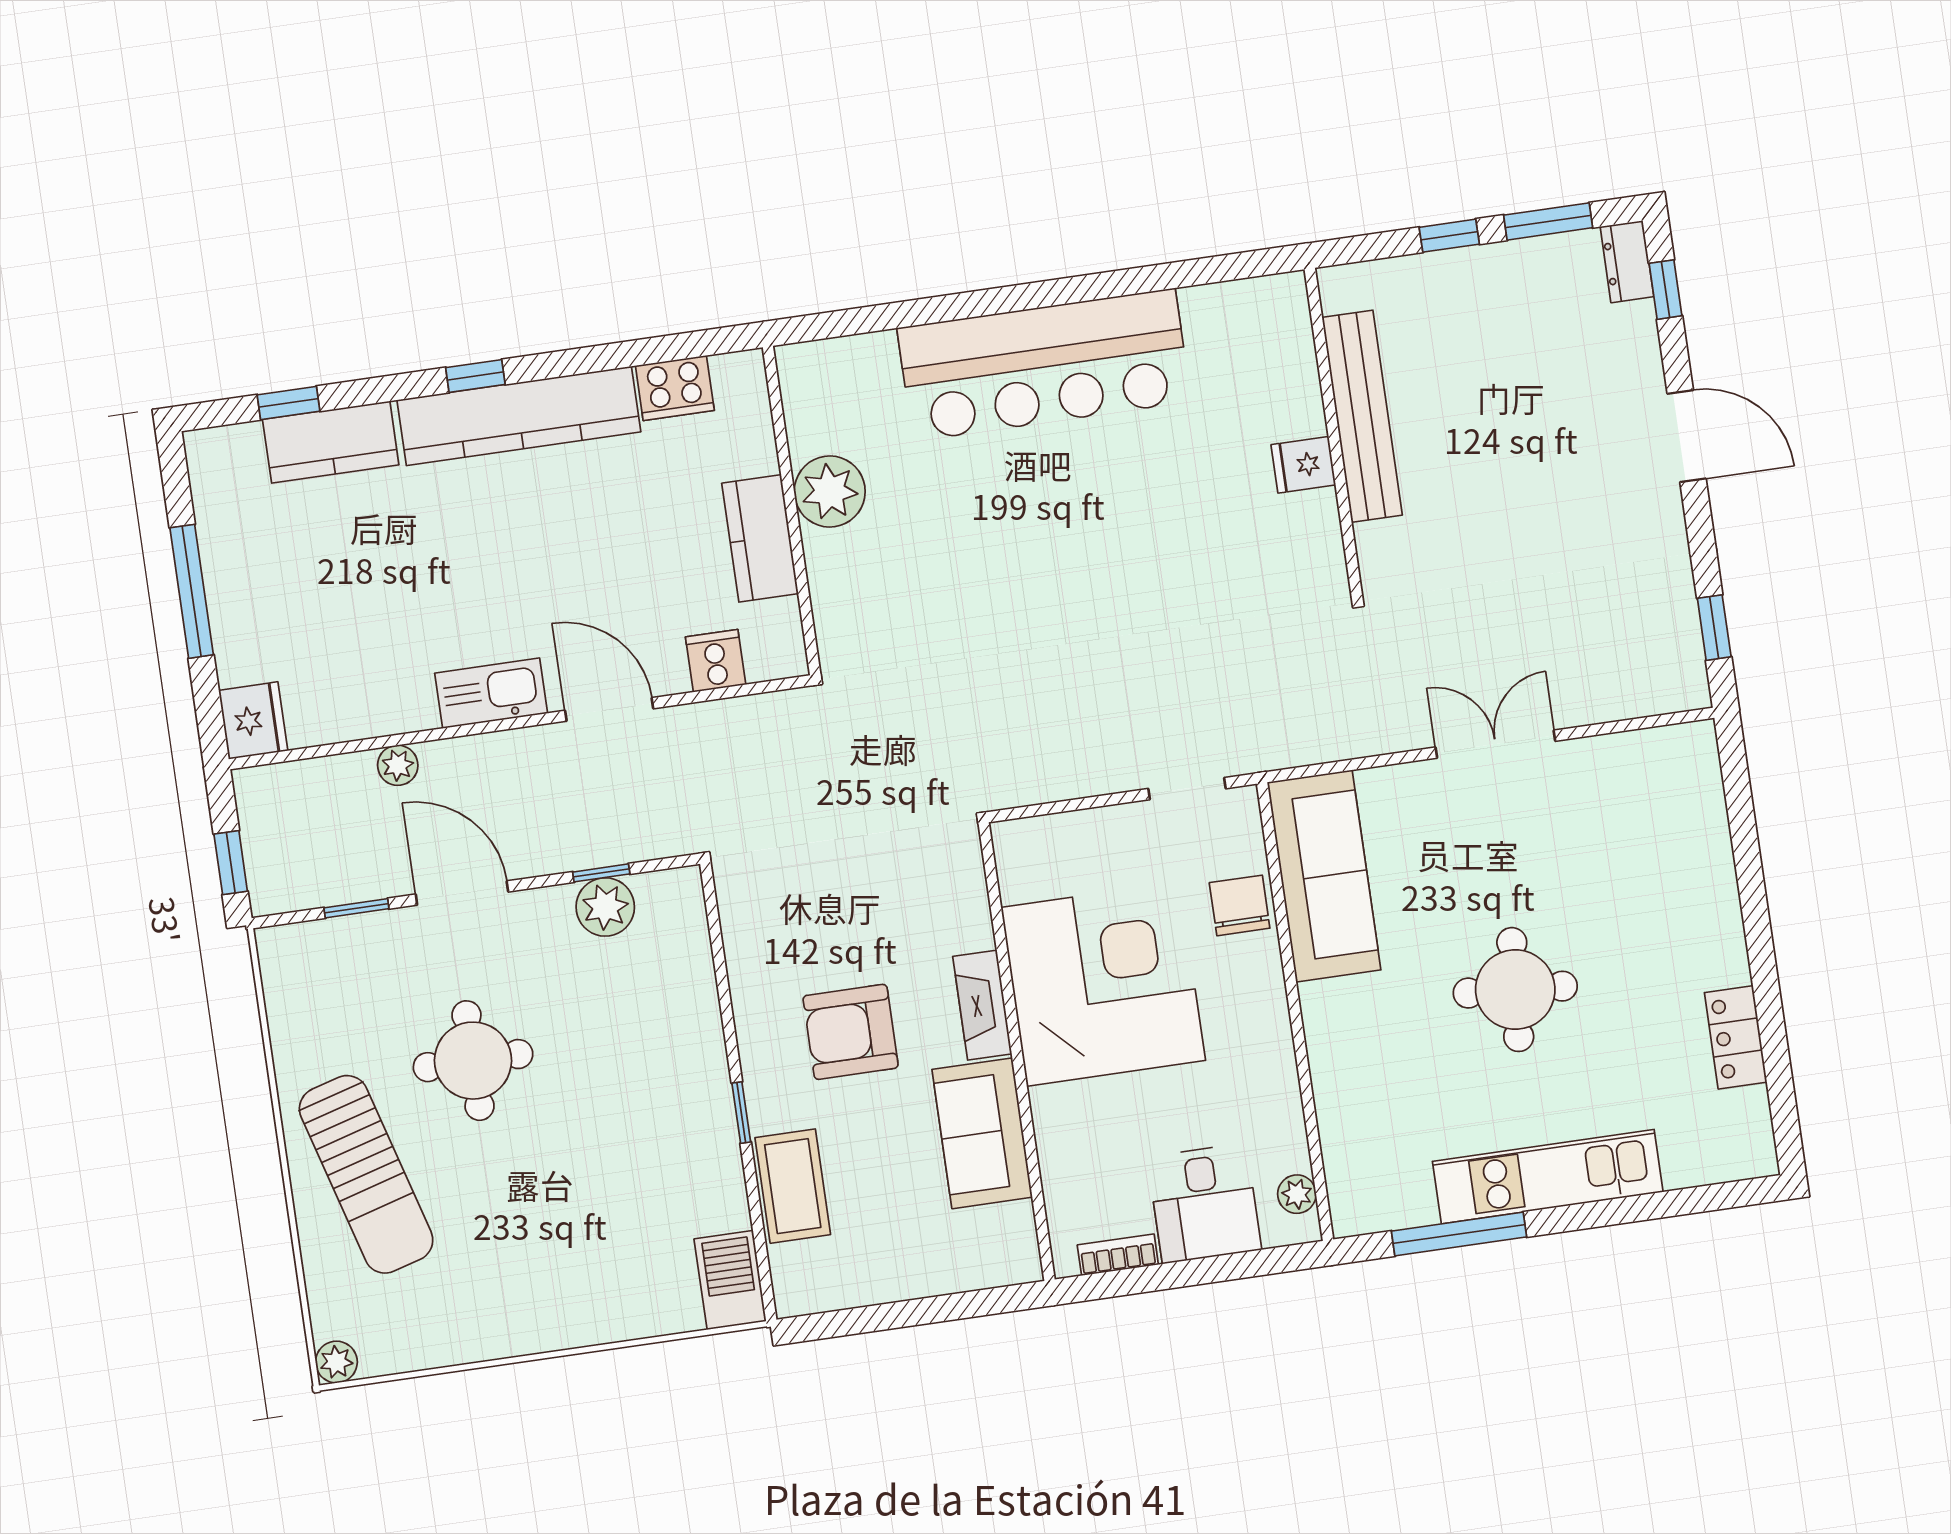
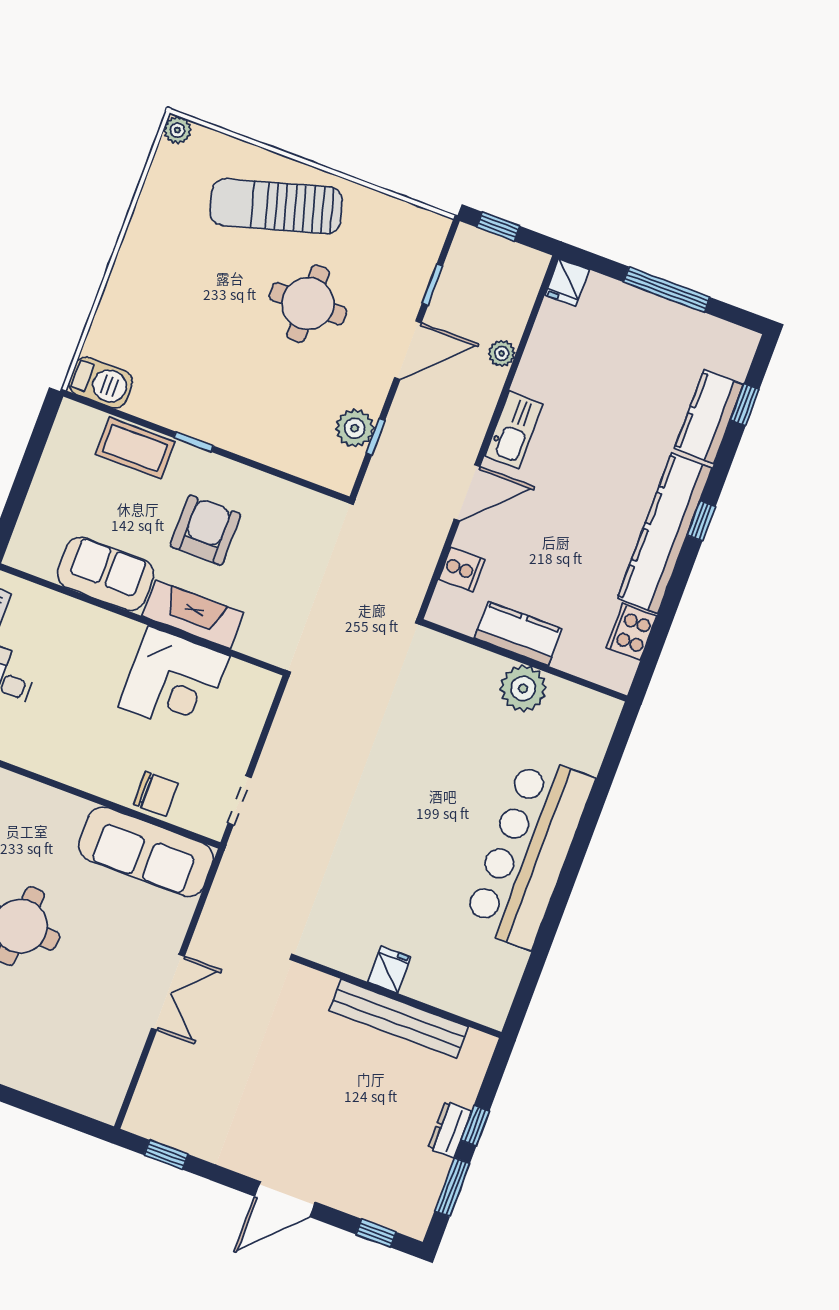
dresser: (1627, 262) -> (450, 1130), moved, turned -90
fridge: (253, 720) -> (567, 282), width x0.72
corner desk: (1103, 984) -> (174, 681), width x0.74, depth x0.74
fireplace: (982, 1005) -> (193, 614), width x1.37, depth x1.32

